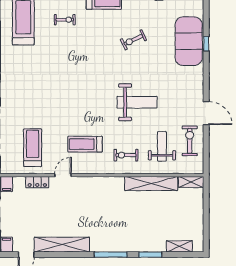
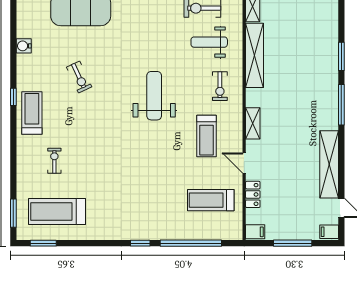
weight bench: (137, 102) -> (154, 96), moved
shelving: (179, 246) -> (253, 123), moved

